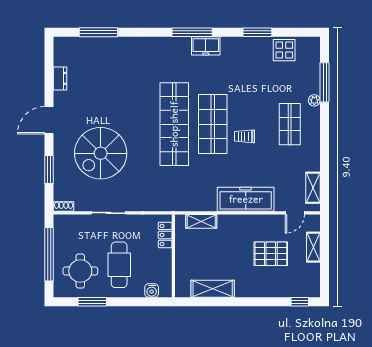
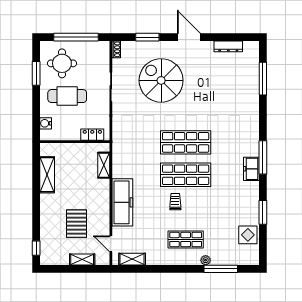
dresser: (60, 78) -> (228, 46), width x1.44
shop shelf: (174, 124) -> (186, 142), width x0.71

